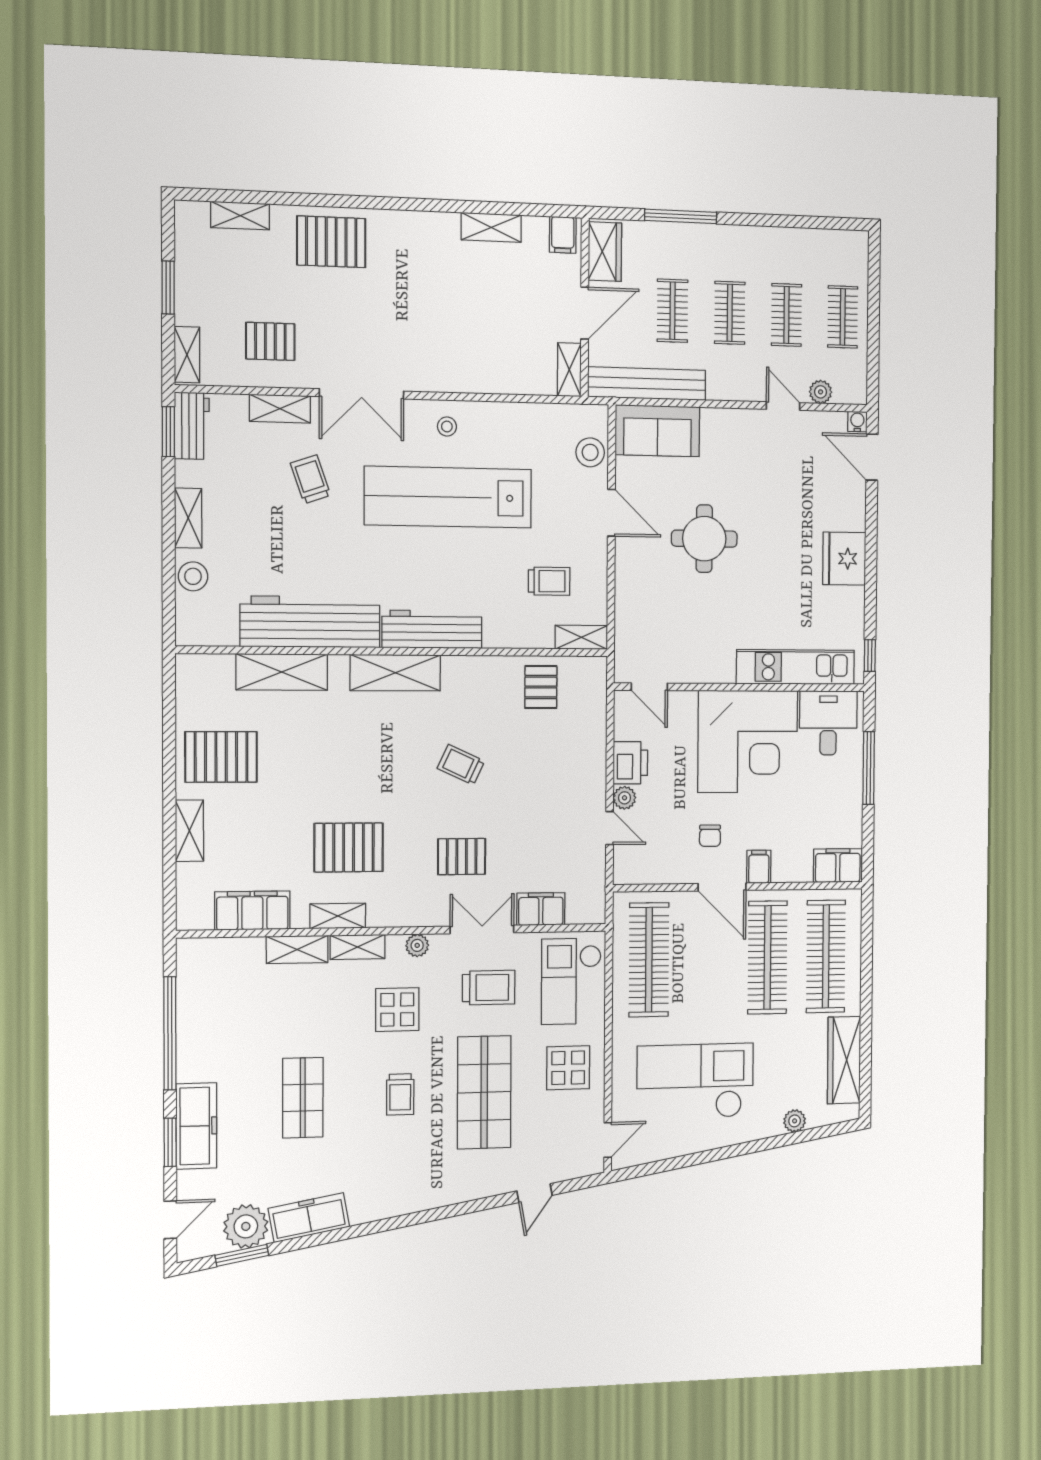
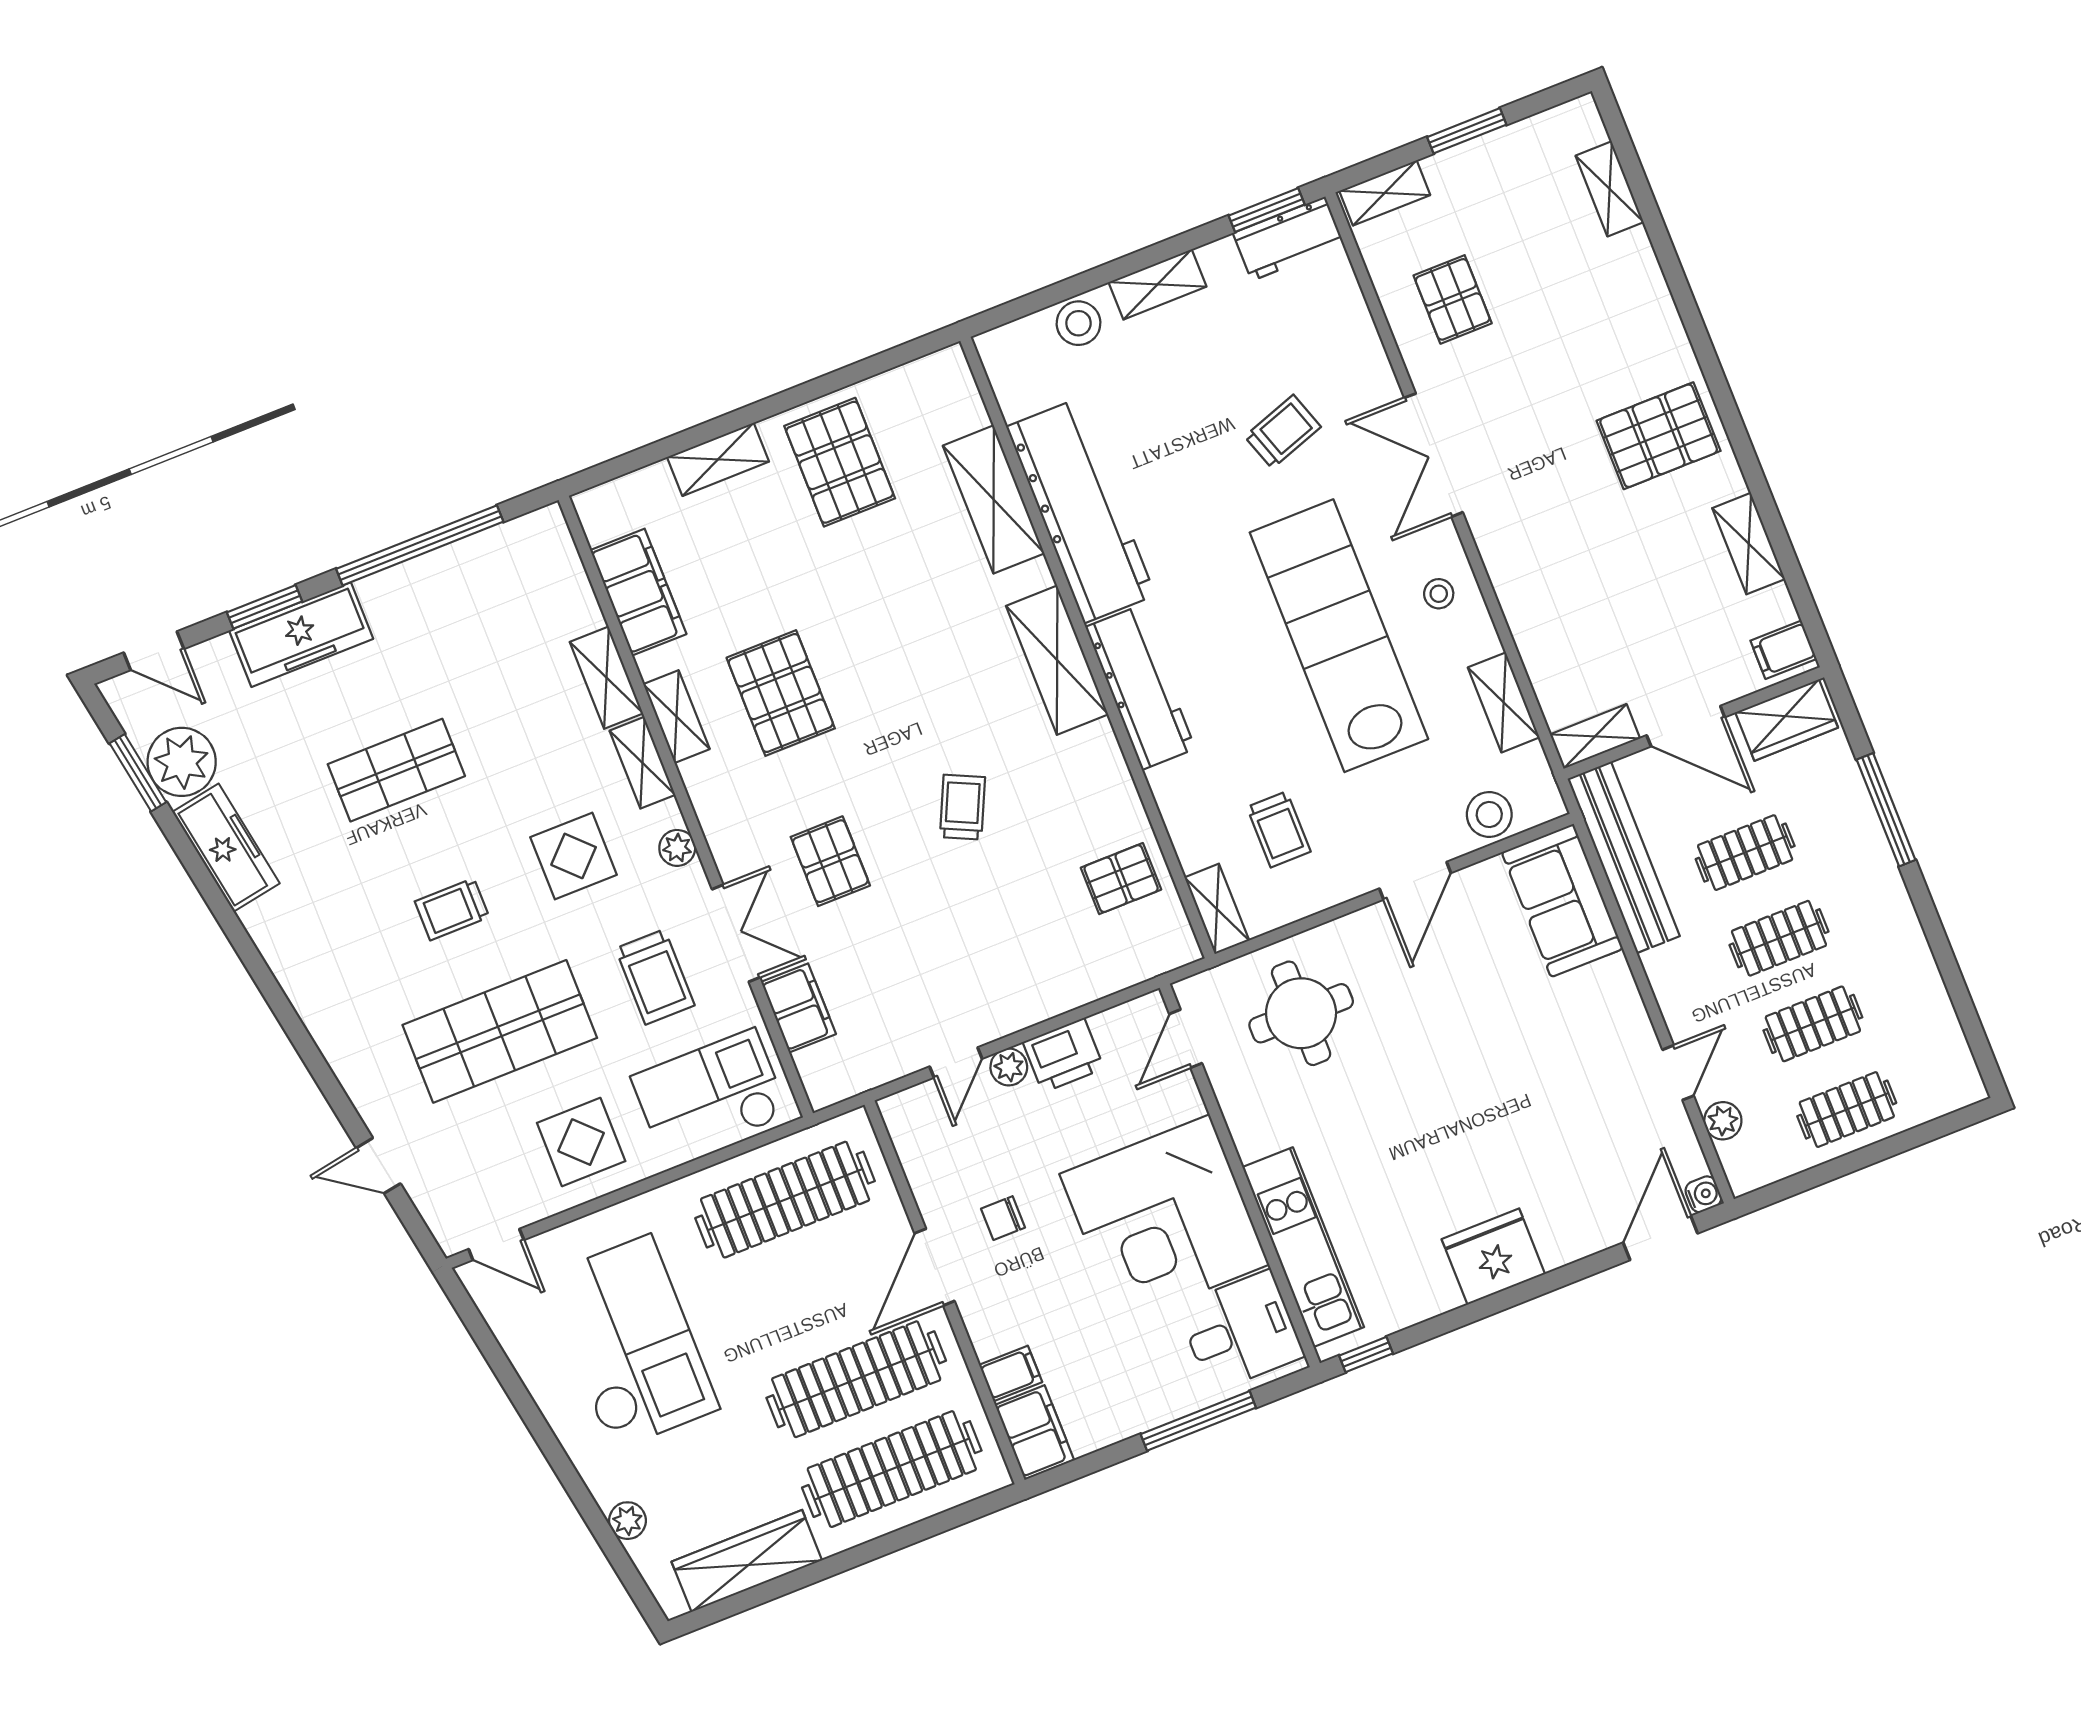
pallet: (331, 242) -> (1659, 436), moved, turned 90
shelving: (280, 409) -> (1504, 702), moved
round table: (704, 539) -> (1301, 1013), moved
filing cabinet: (759, 867) -> (1011, 1374), moved

